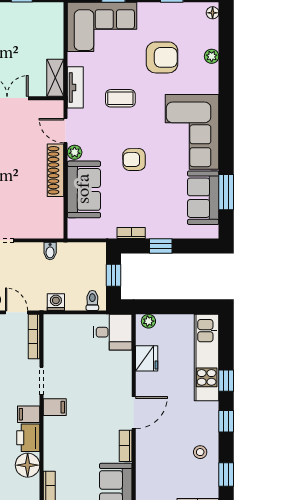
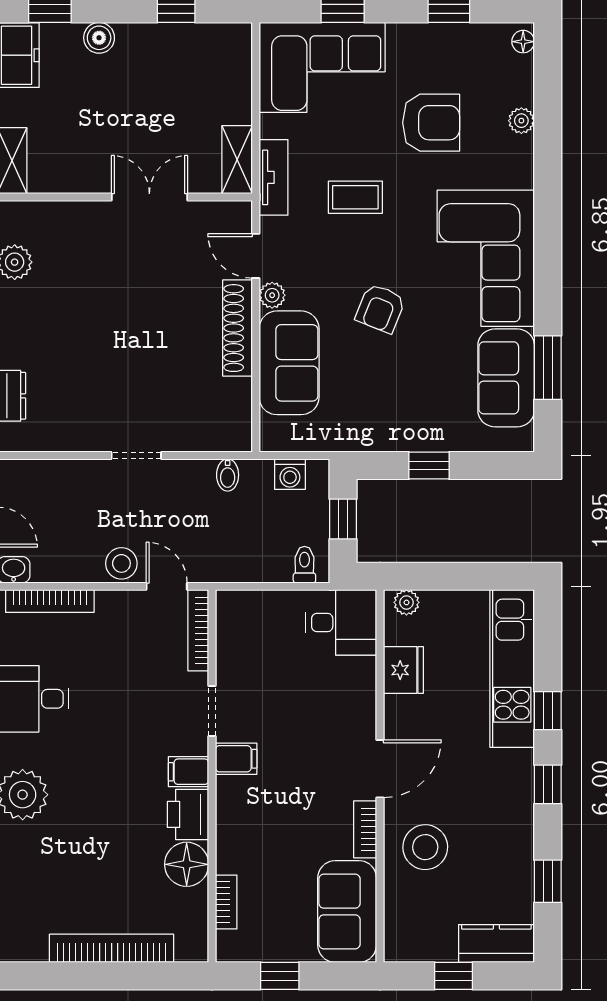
armchair: (134, 160) -> (380, 308), turned -67
bookcase: (131, 233) -> (375, 442), removed
washing machine: (56, 302) -> (290, 474), moved, turned 180
stool: (200, 452) -> (425, 847), moved, width x1.89, depth x1.89

